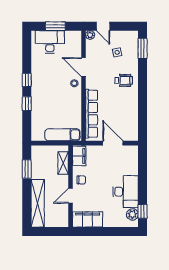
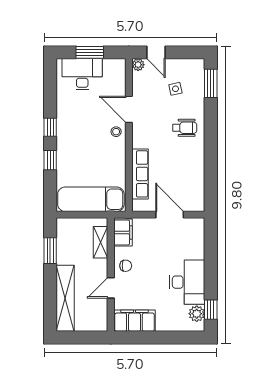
row of seats: (92, 114) -> (140, 174), width x0.73
exam couch: (63, 135) -> (91, 199), width x1.36, depth x1.45

